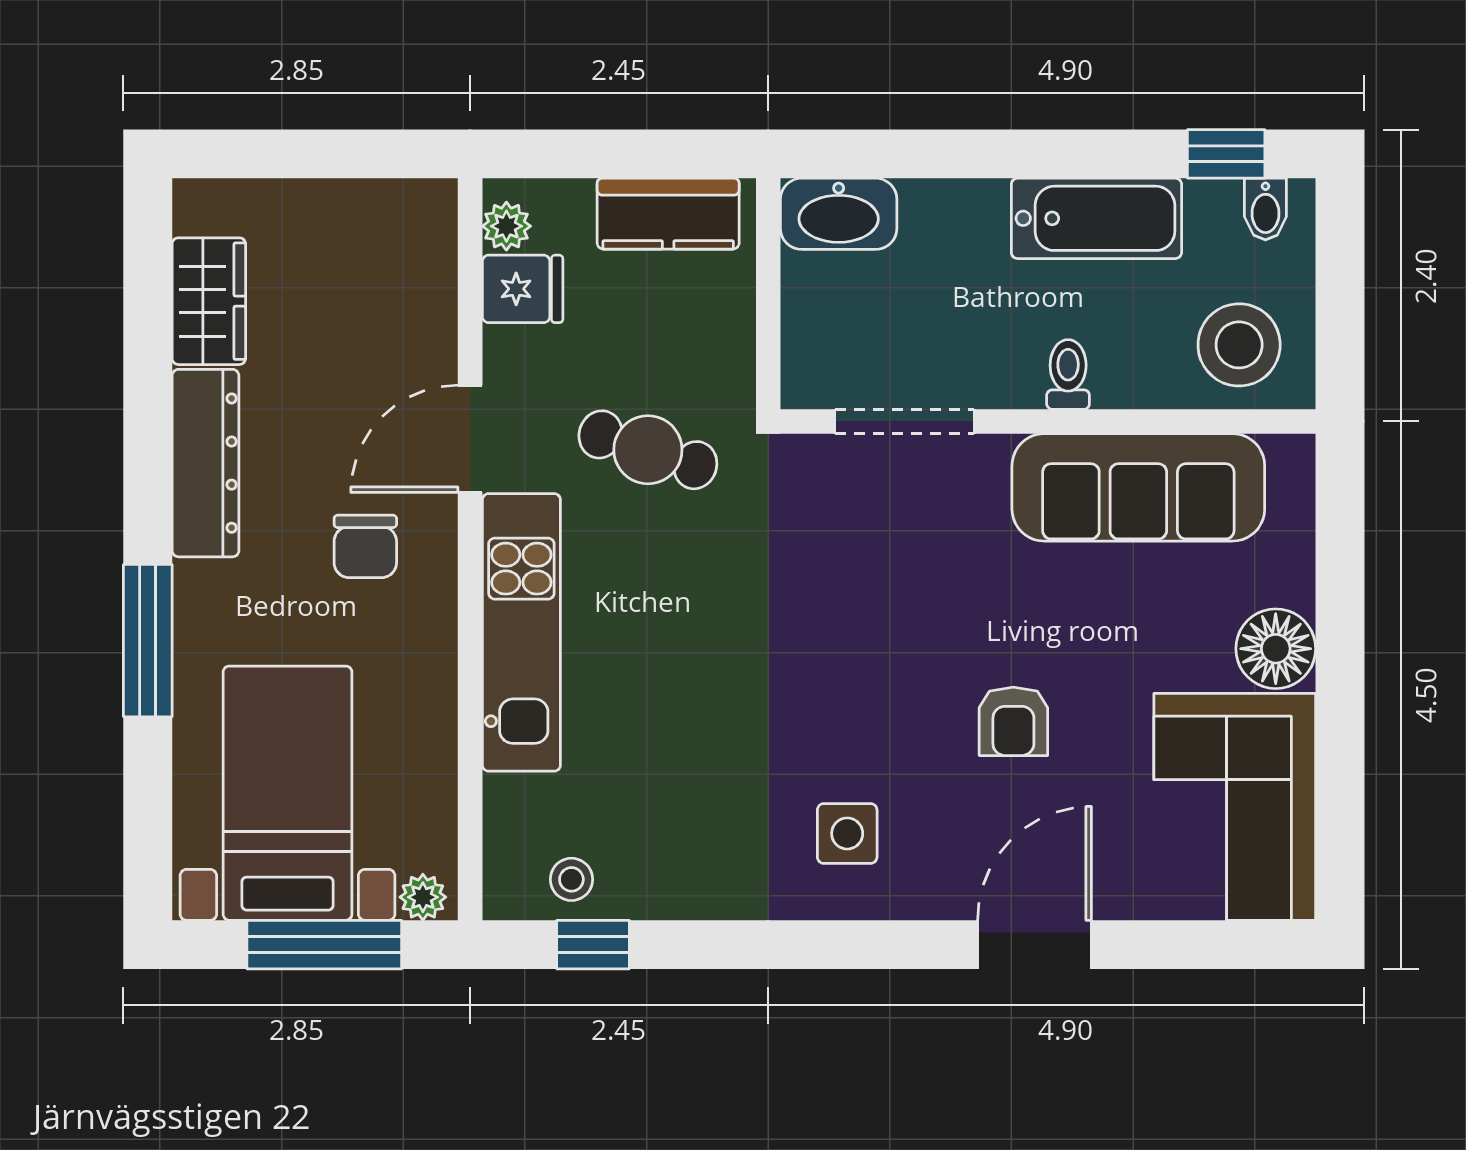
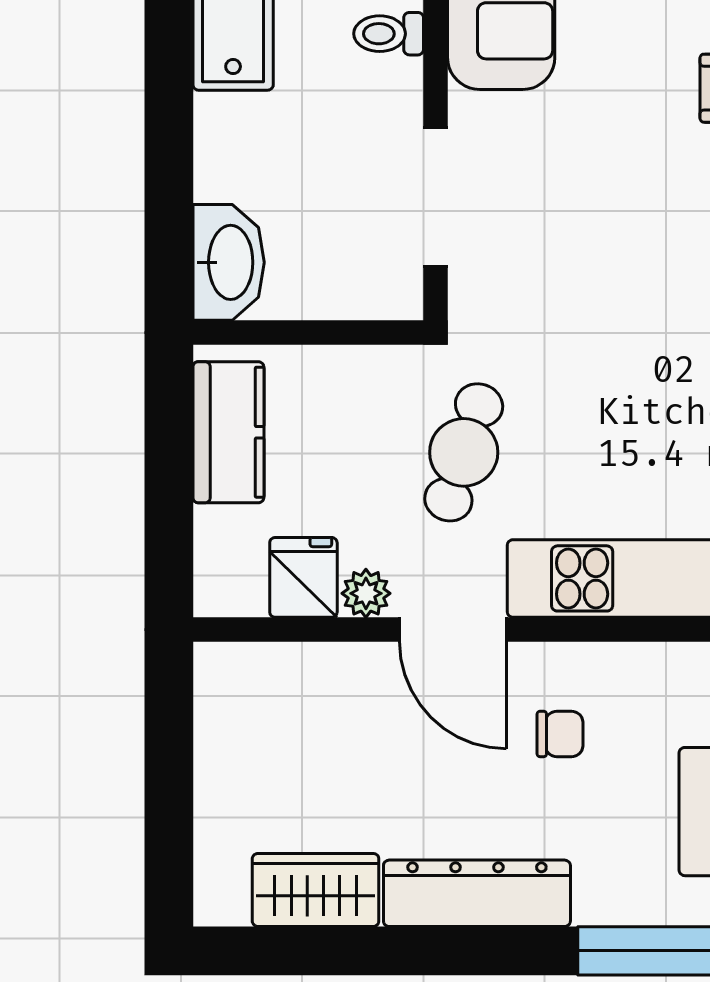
plant: (506, 226) -> (366, 593), moved
chair: (365, 546) -> (560, 734), width x0.73, depth x0.73

